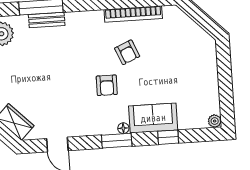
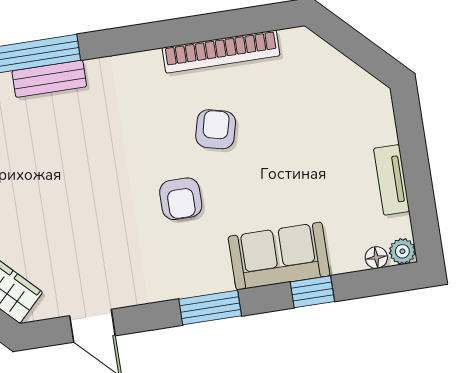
armchair: (127, 52) -> (216, 129), turned -143
tv unit: (212, 85) -> (392, 180), added
floor lamp: (123, 128) -> (376, 258), moved

